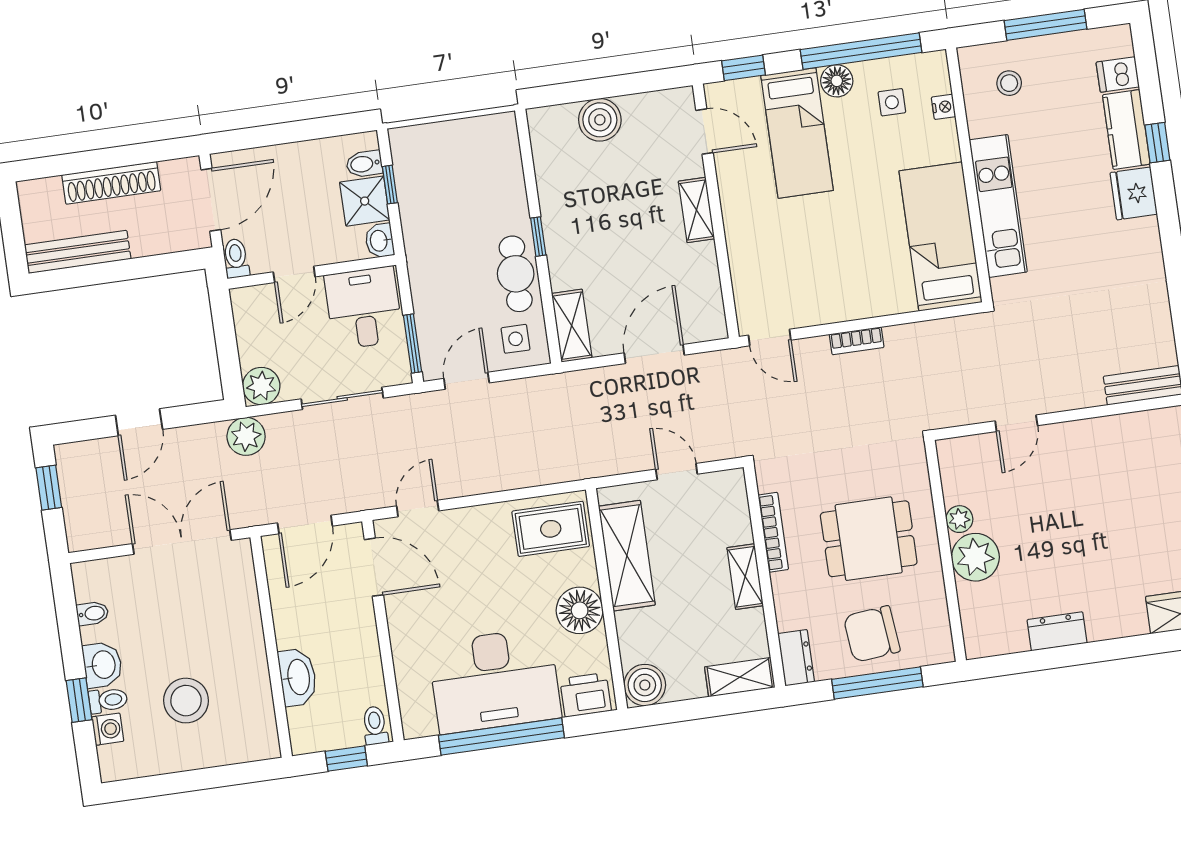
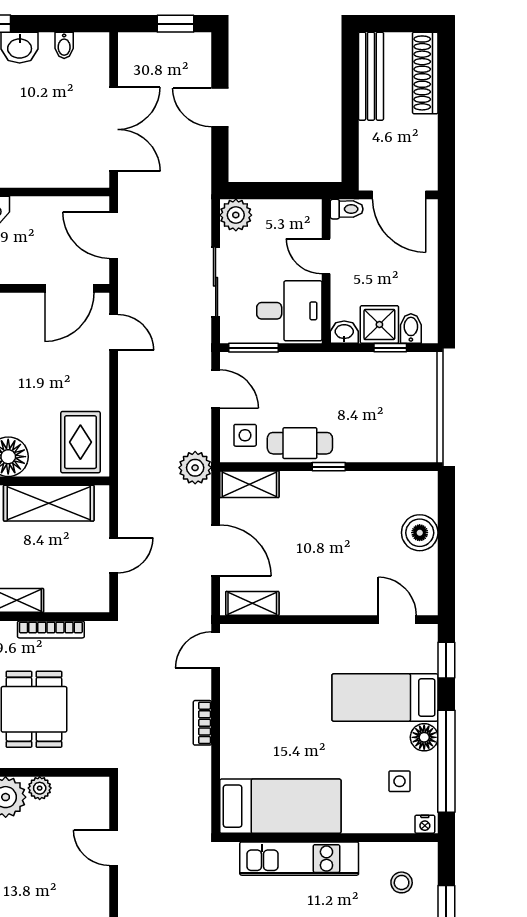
nightstand: (943, 107) -> (425, 824), moved
door: (704, 131) -> (397, 620), swing flipped
shoe rack: (111, 183) -> (425, 73), moved
shelving: (696, 210) -> (252, 603), moved
plant: (246, 436) -> (195, 468), moved

